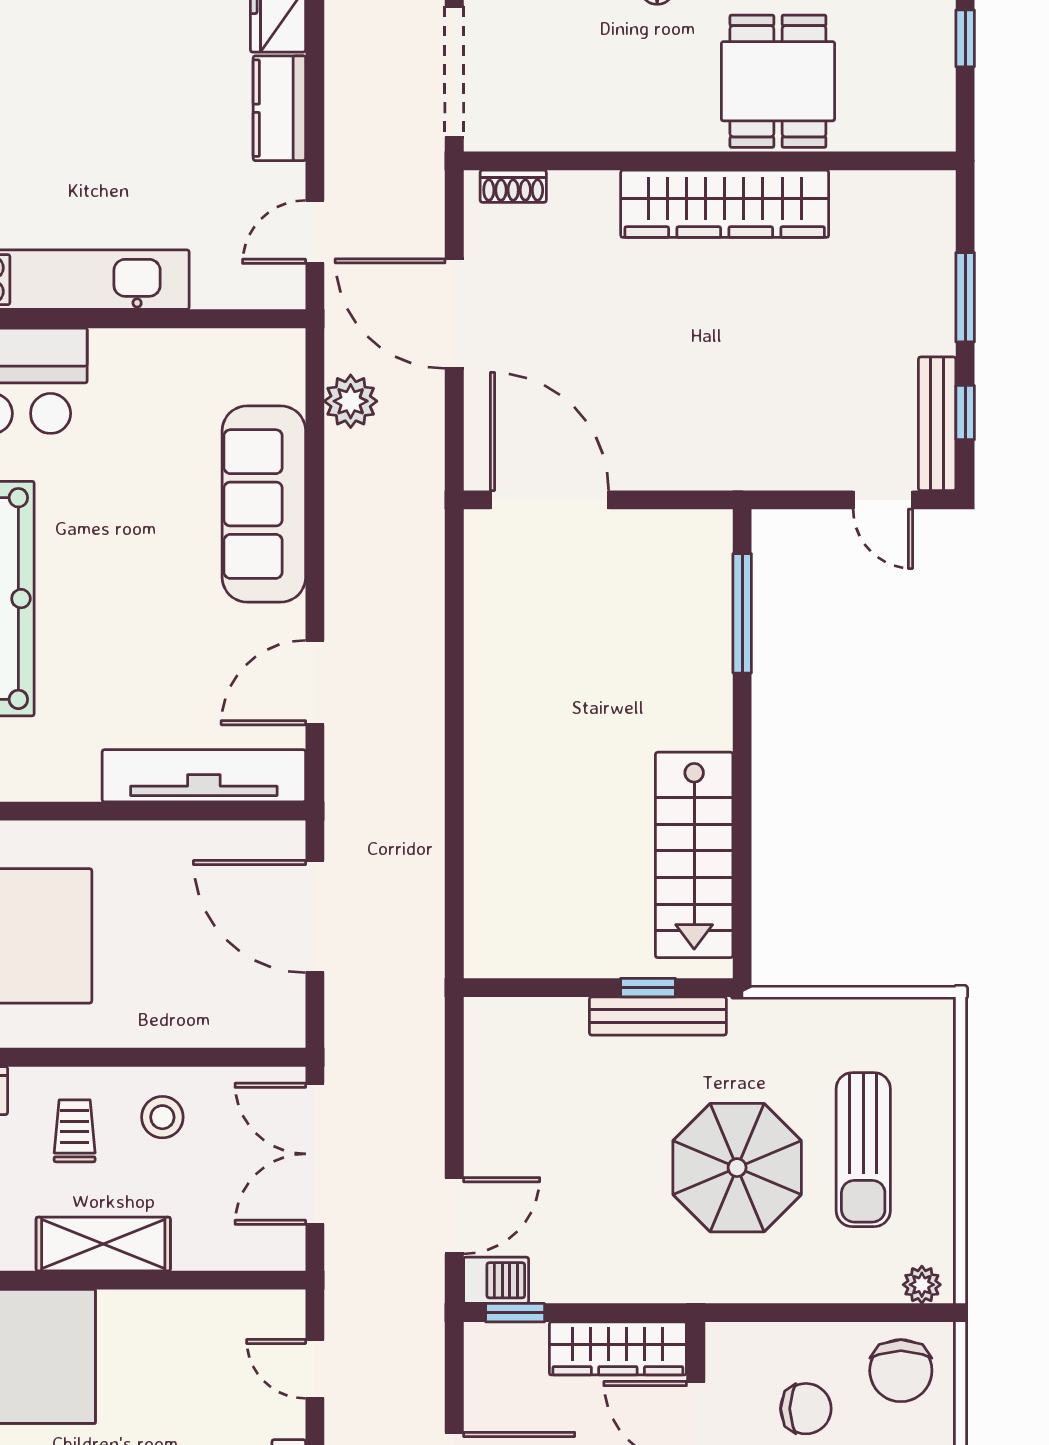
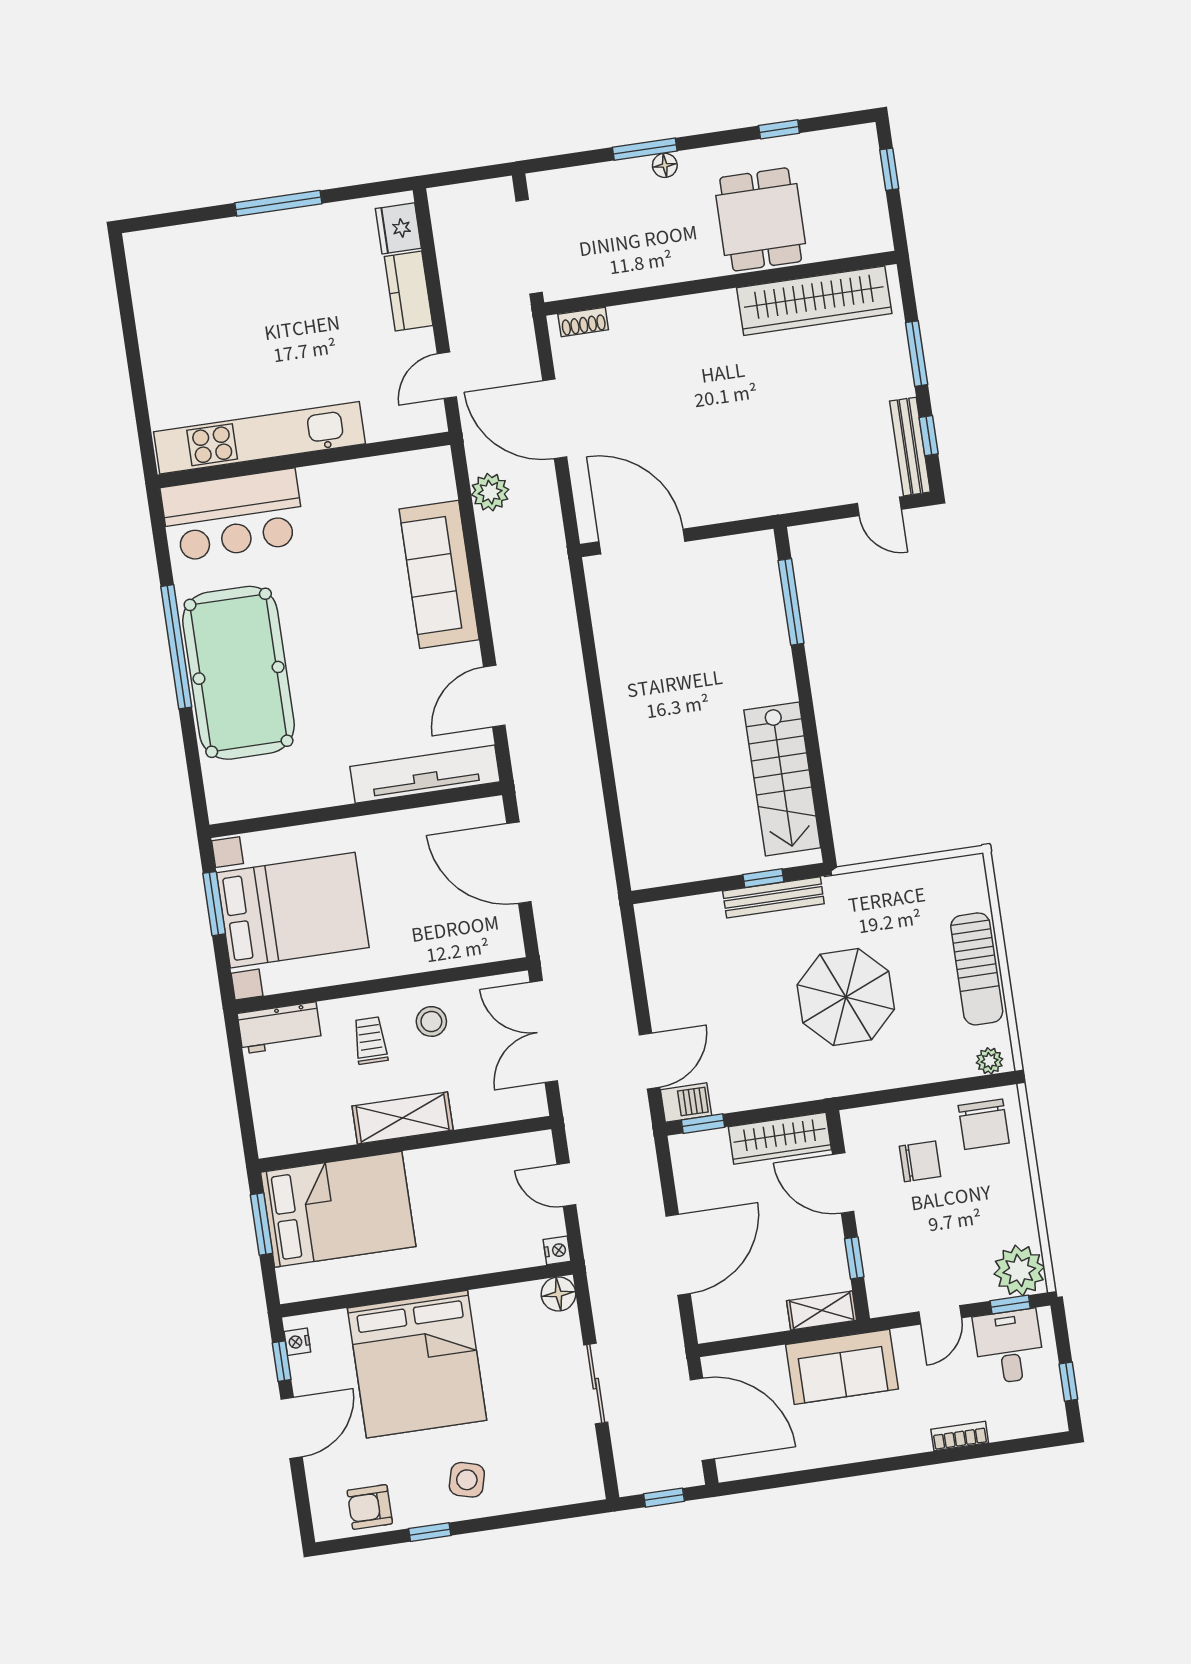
wardrobe: (725, 204) -> (814, 301), moved
sun lounger: (863, 1150) -> (977, 969), moved

